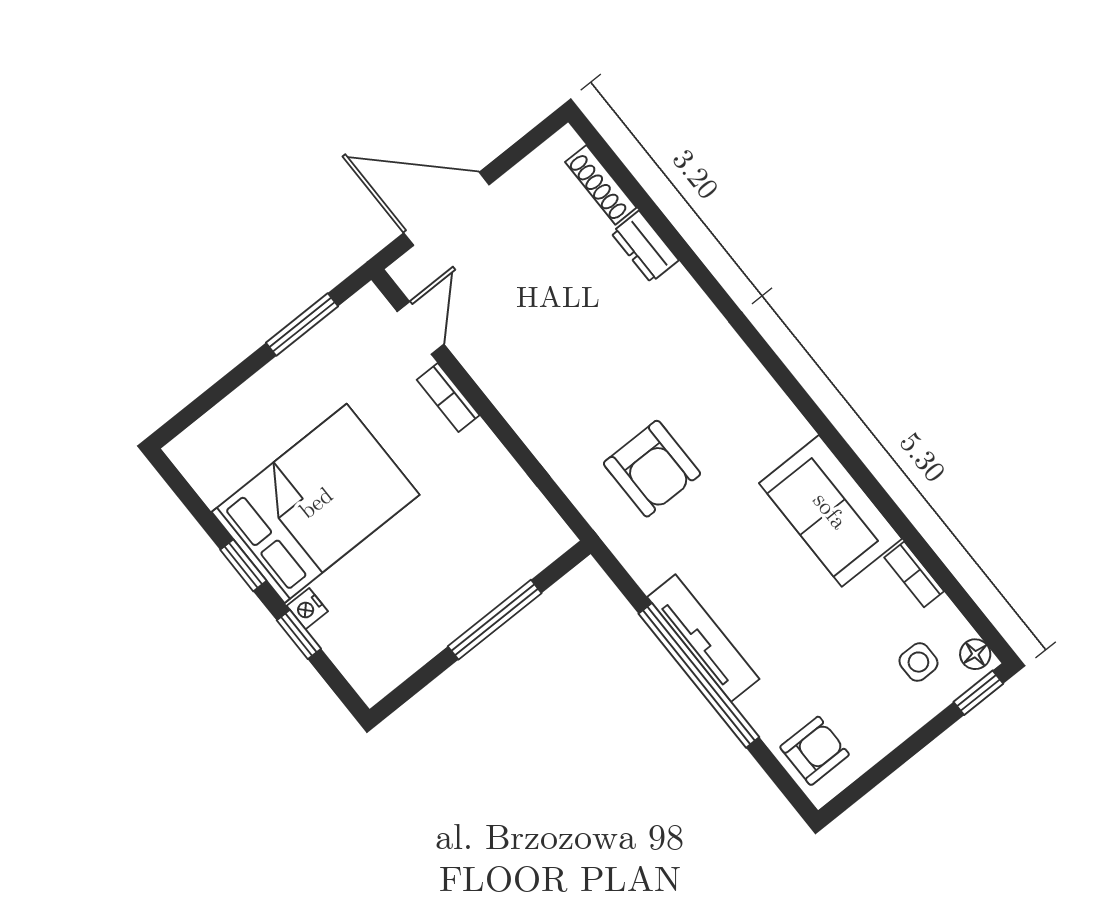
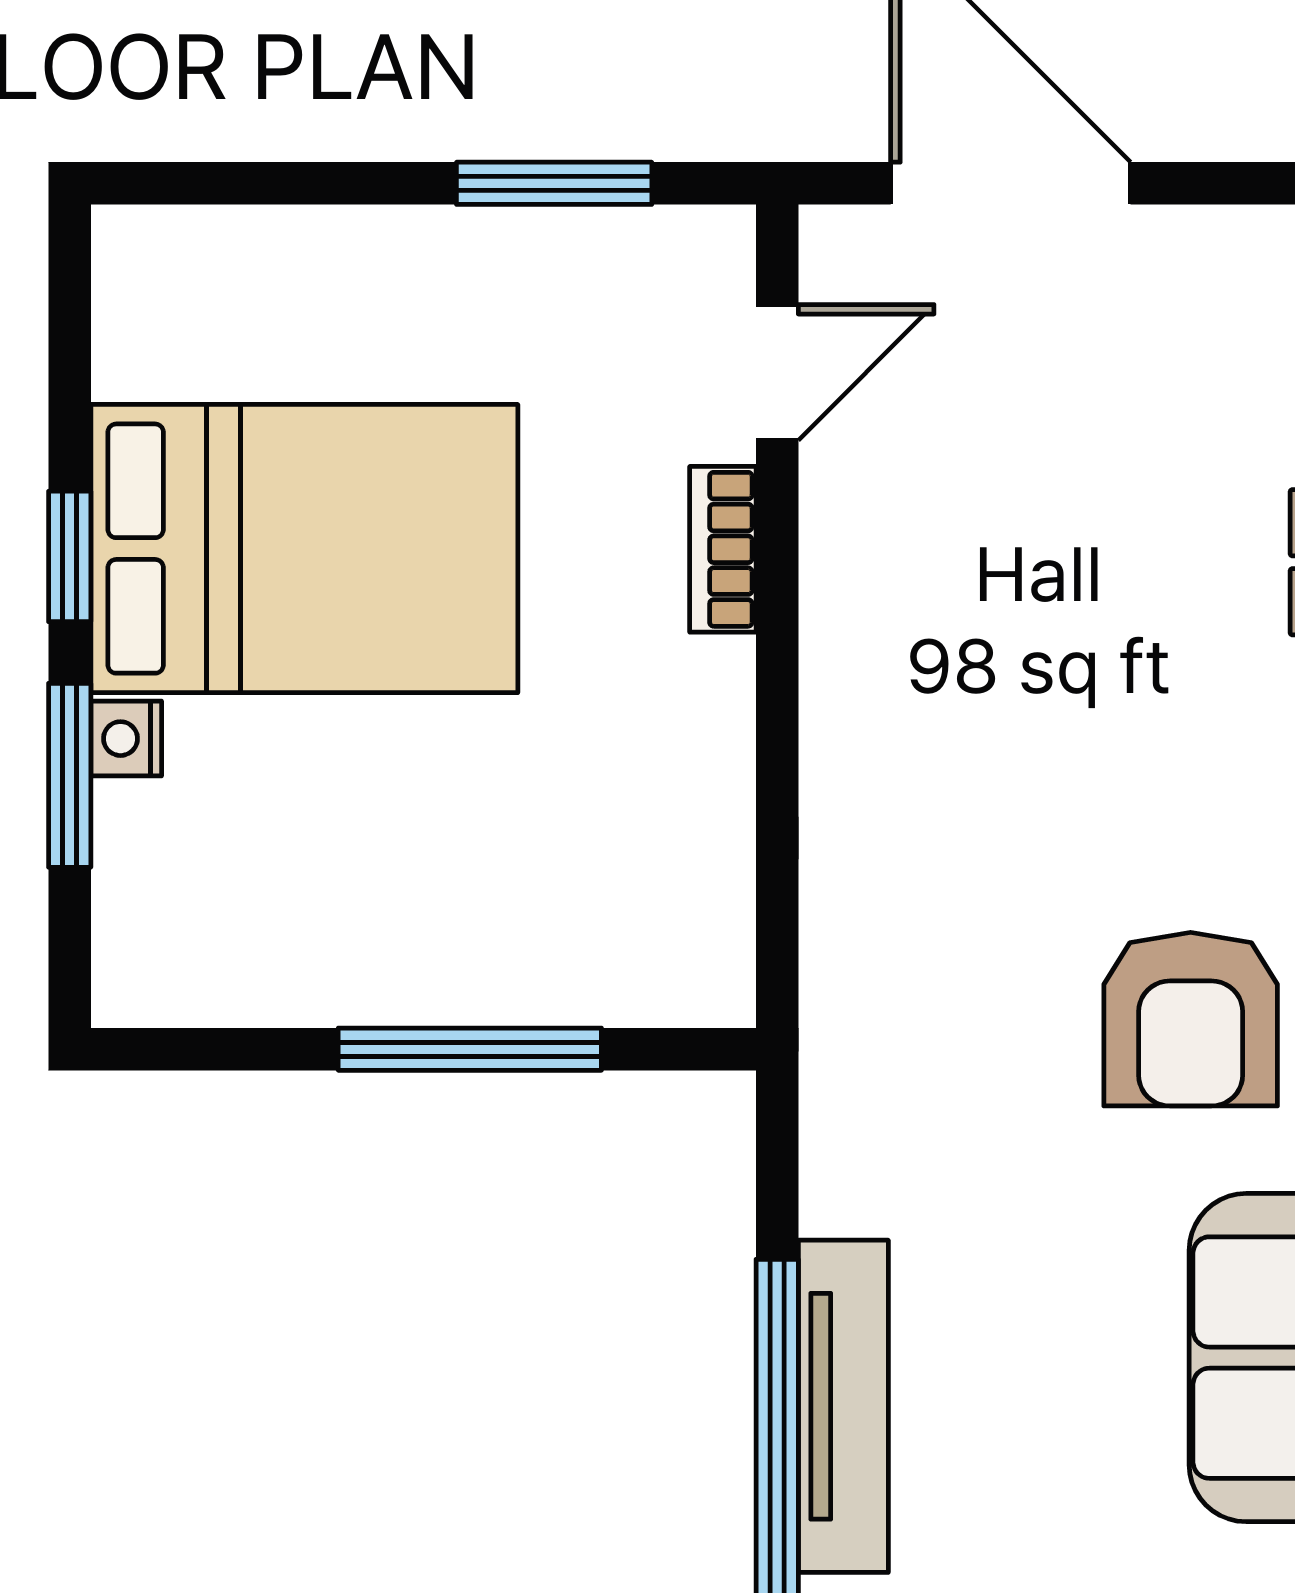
armchair: (652, 469) -> (1191, 1019), moved
window: (299, 634) -> (70, 775), width x1.50

